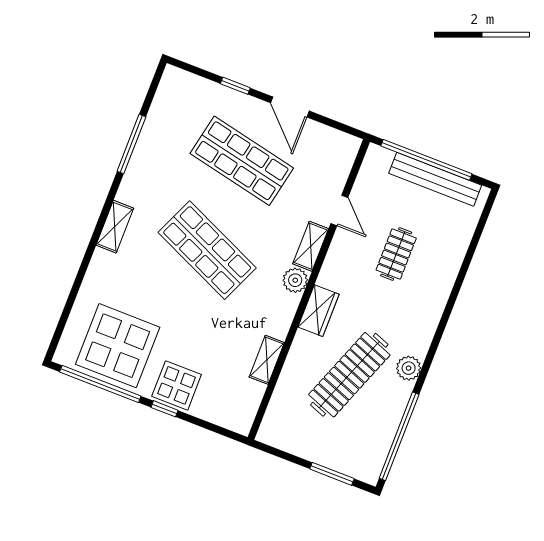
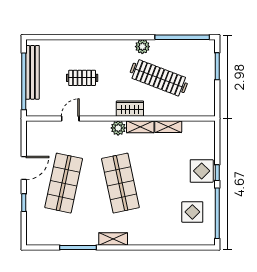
shelving: (115, 227) -> (113, 239), moved
shelving: (311, 246) -> (140, 127), moved
shop shelf: (207, 250) -> (120, 183), turned -36
display table: (118, 346) -> (192, 212), width x0.54, depth x0.54

